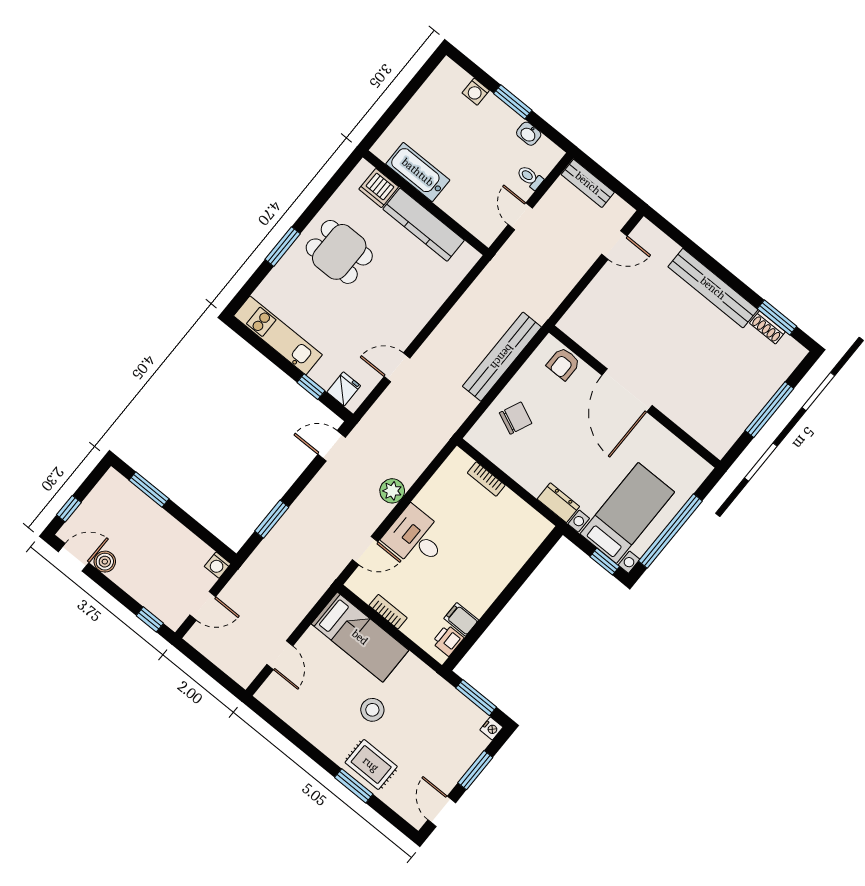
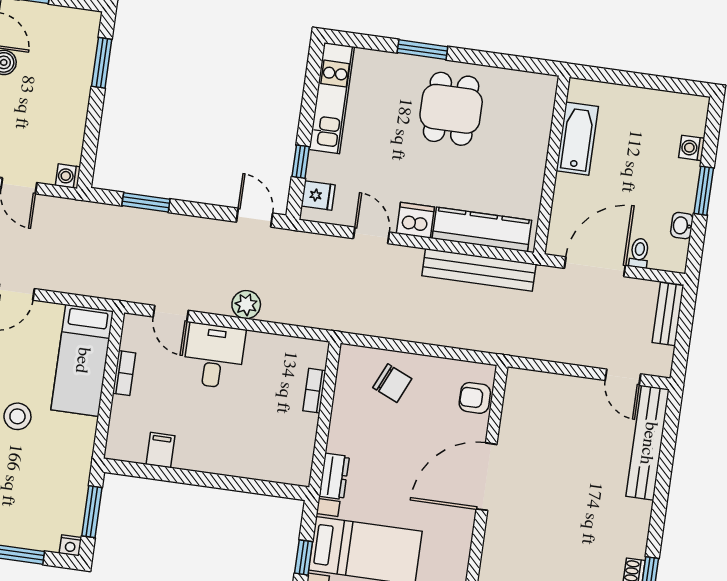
dishwasher: (379, 188) -> (415, 220), moved, turned 90
door: (520, 216) -> (595, 267), width x1.88
kitchen counter: (424, 225) -> (482, 229), moved, turned 90
bench: (713, 288) -> (648, 443), moved
bench: (502, 357) -> (479, 270), moved
printer: (448, 640) -> (132, 449), removed

